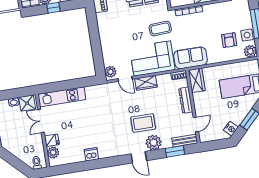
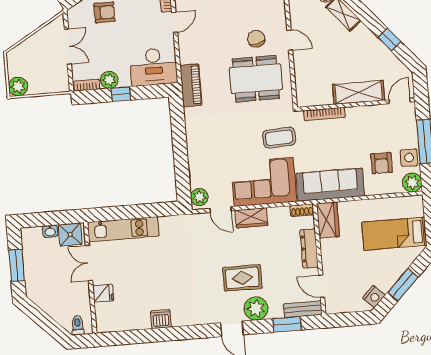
sofa: (191, 58) -> (330, 185), width x1.36
door: (196, 125) -> (322, 286), swing flipped
plant: (53, 153) -> (104, 312), removed

